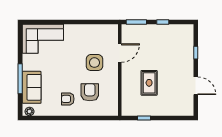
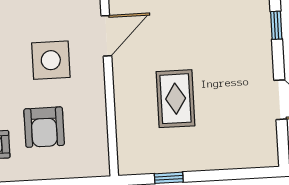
armchair: (90, 92) -> (44, 127), turned 180

